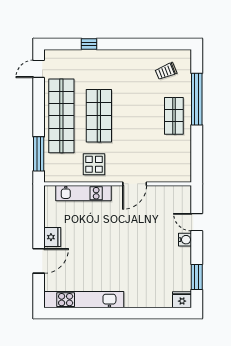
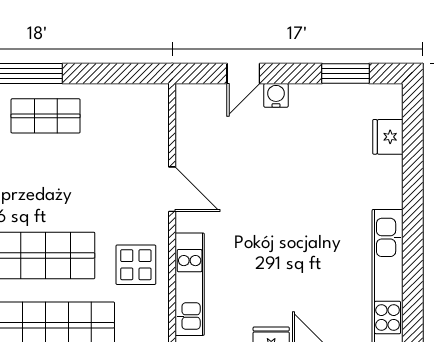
fridge: (182, 300) -> (388, 137), moved

